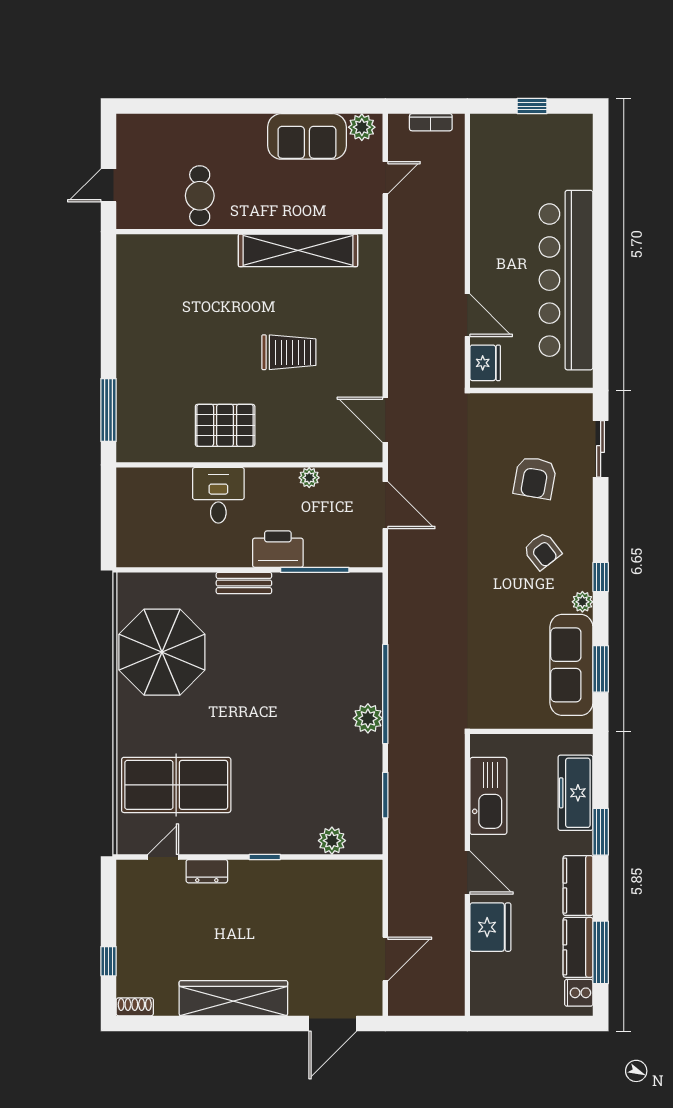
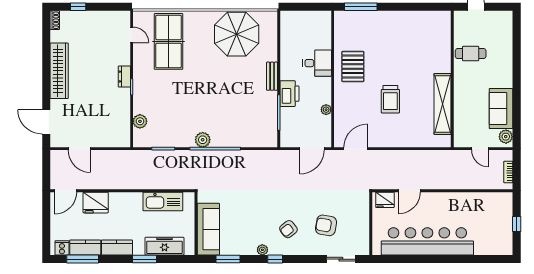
sofa: (571, 665) -> (208, 229), moved, turned 90
dresser: (207, 871) -> (124, 77), moved
door: (467, 873) -> (65, 191), moved

